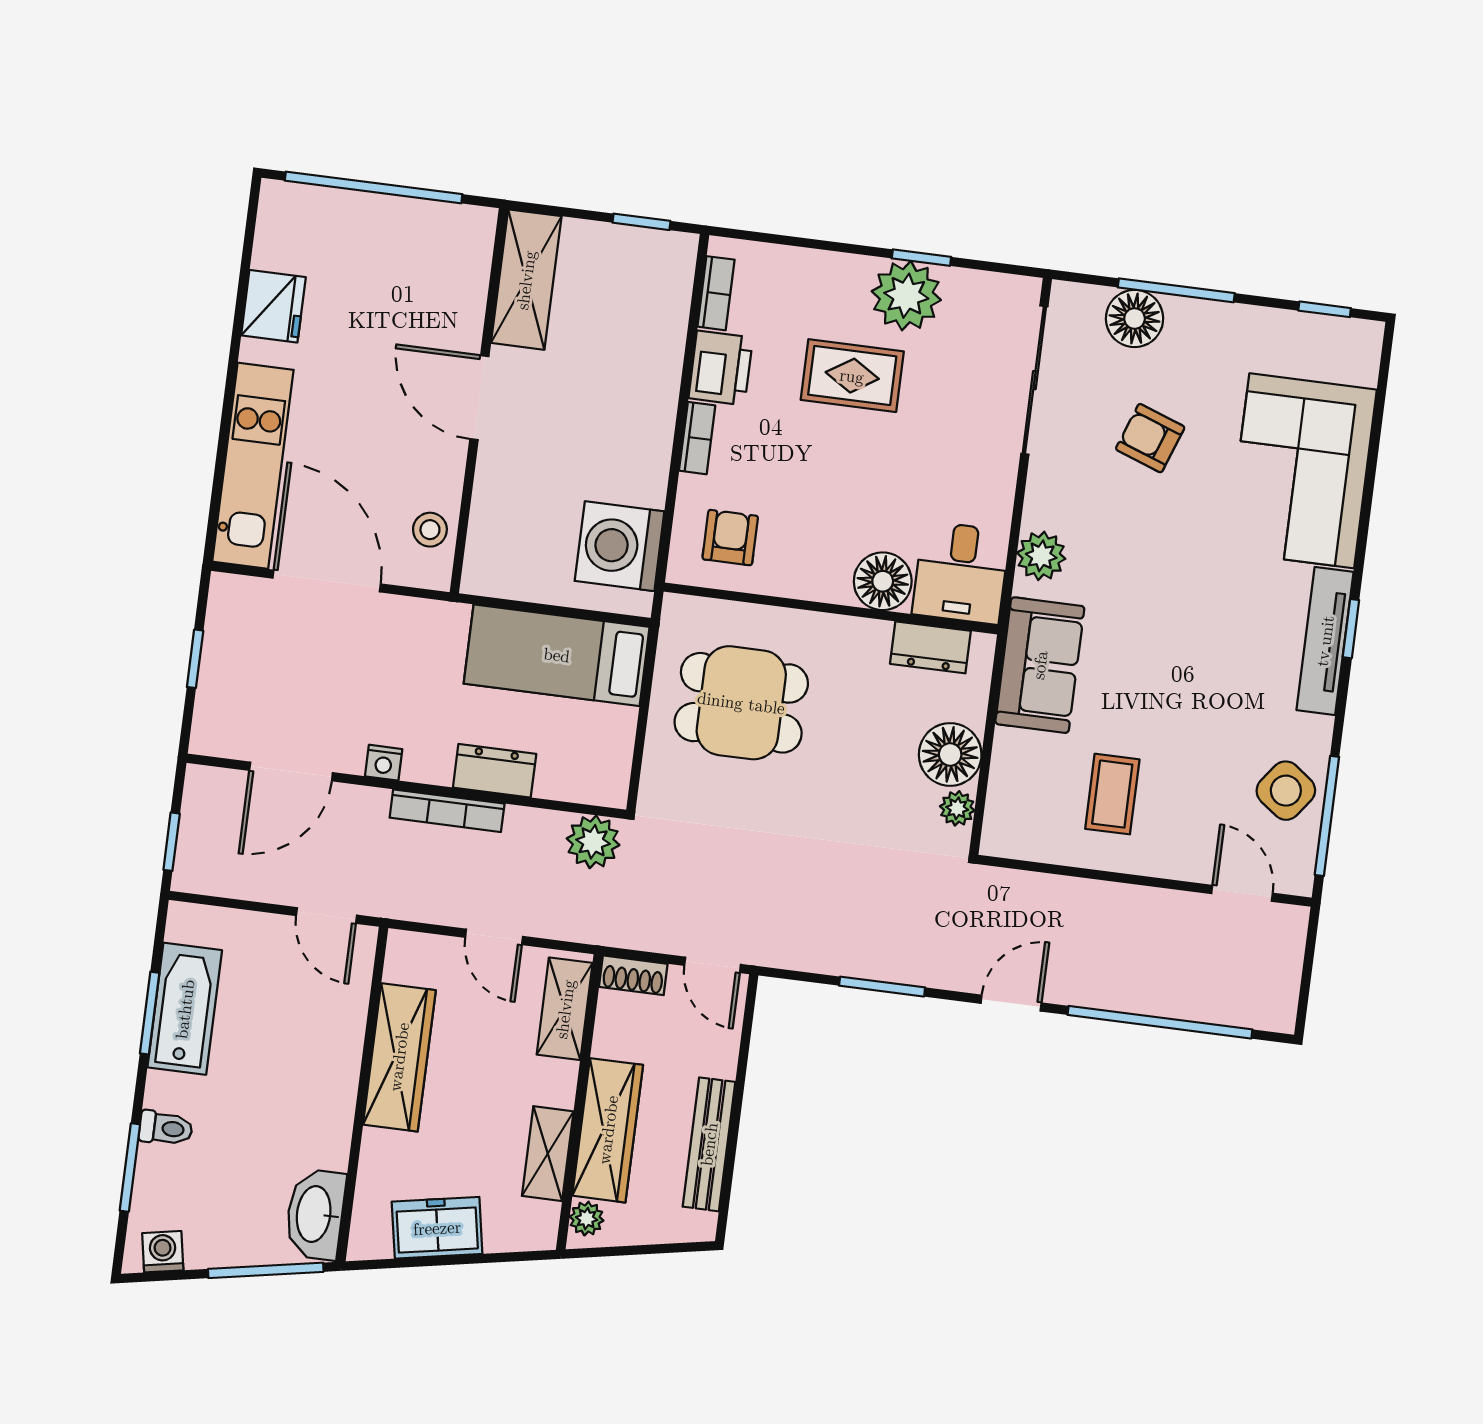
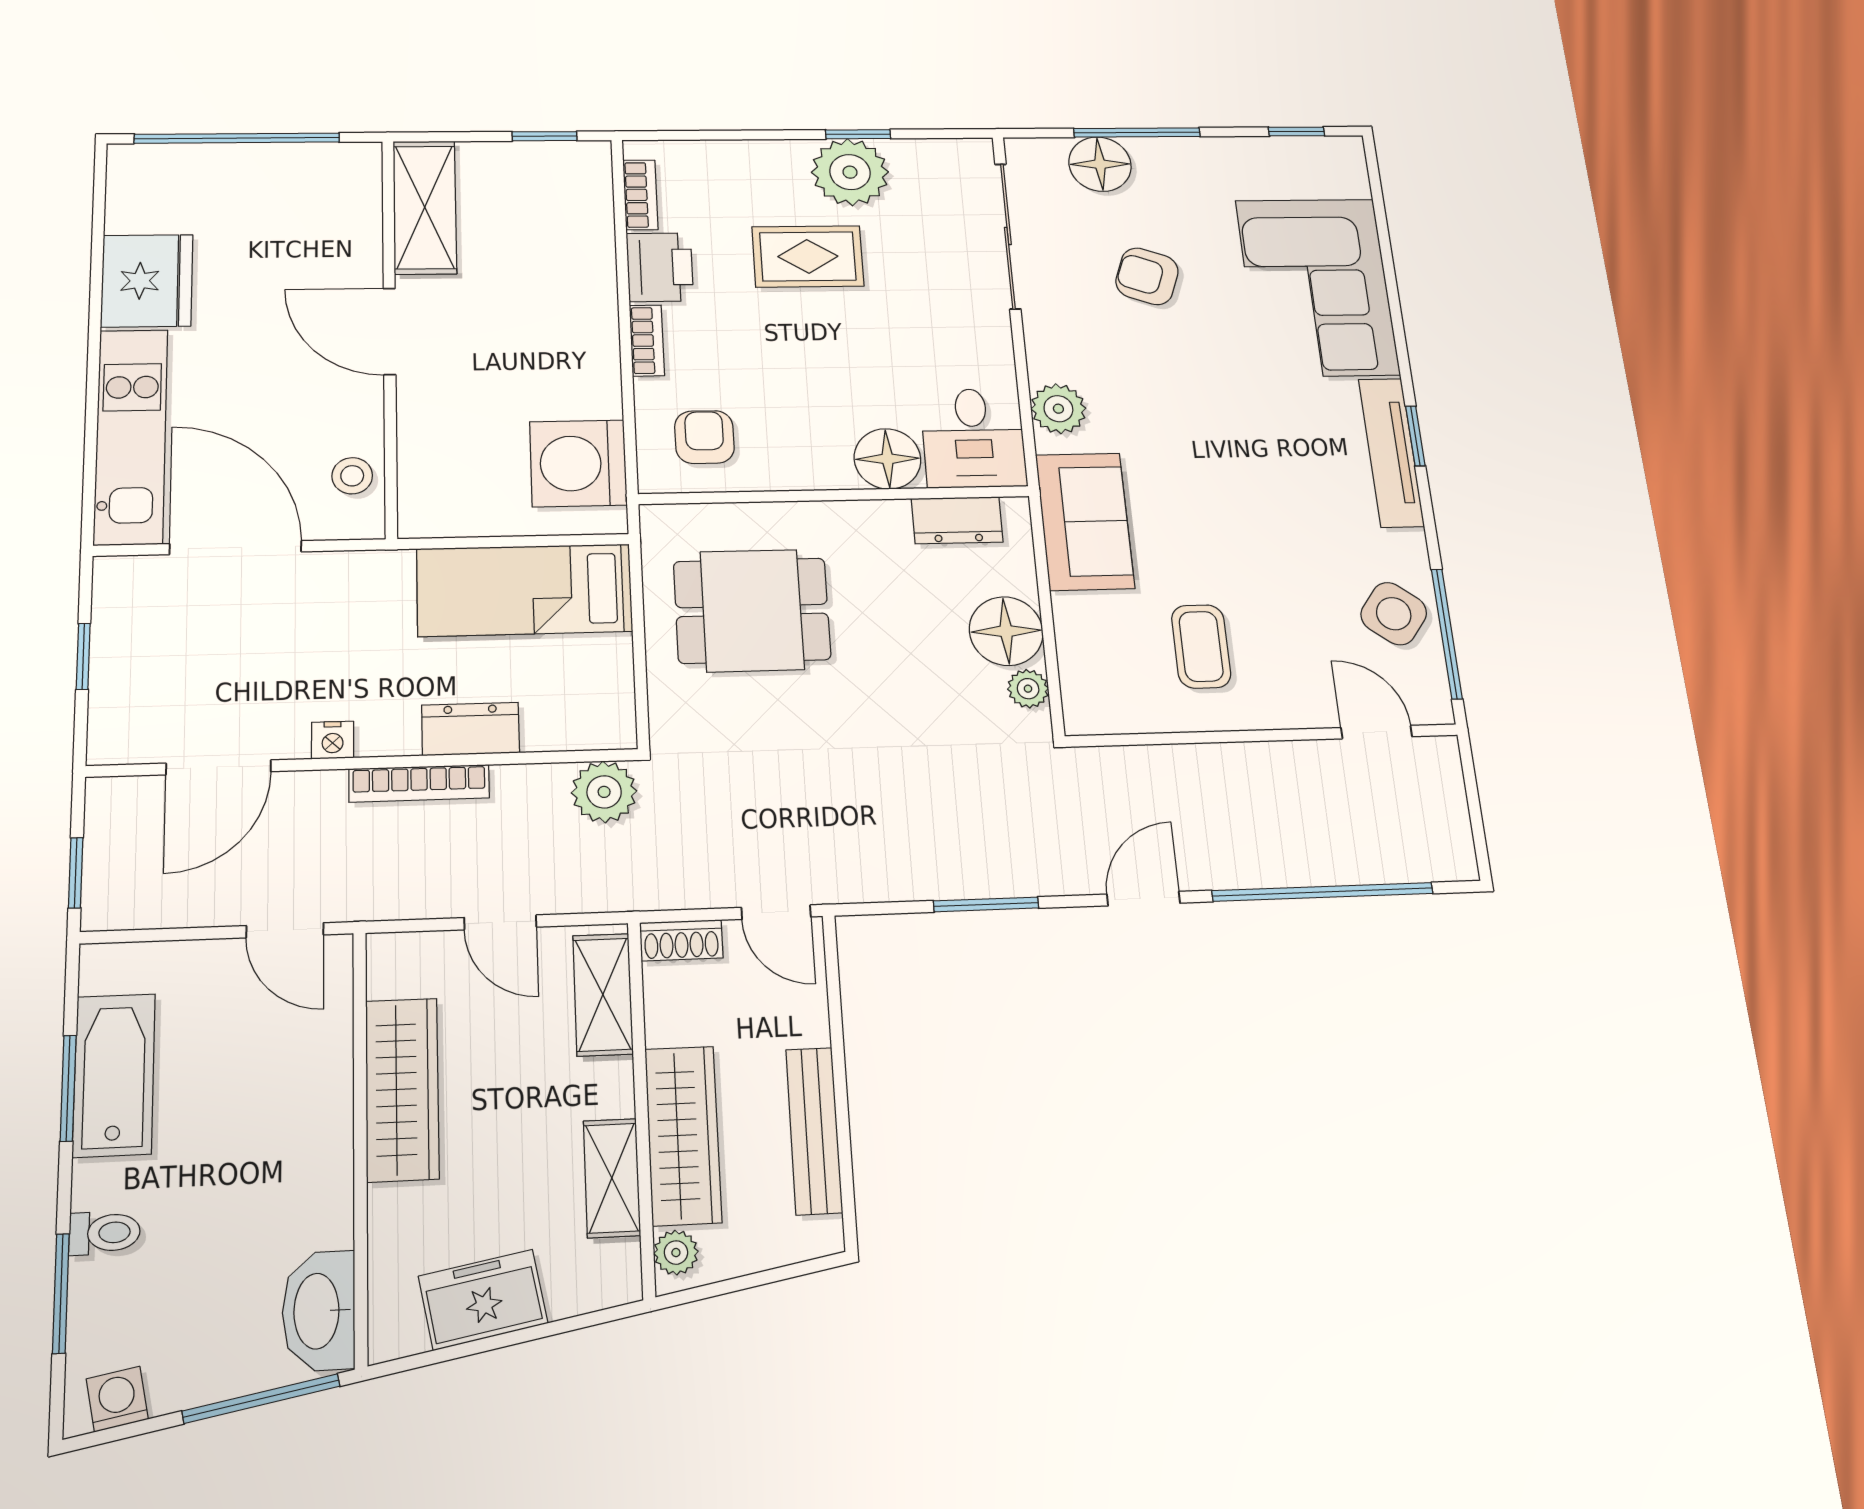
fridge: (273, 306) -> (147, 281), width x1.36, depth x1.34

